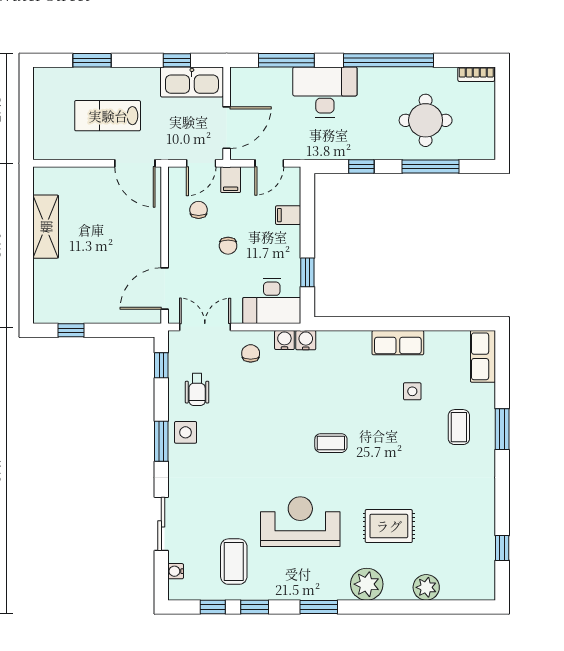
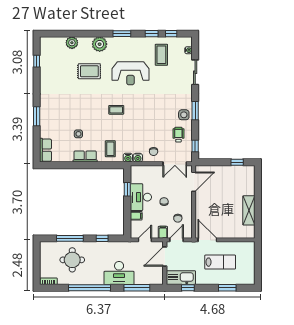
desk: (272, 301) -> (141, 197), moved, turned -90
coffee table: (459, 427) -> (110, 149), moved

